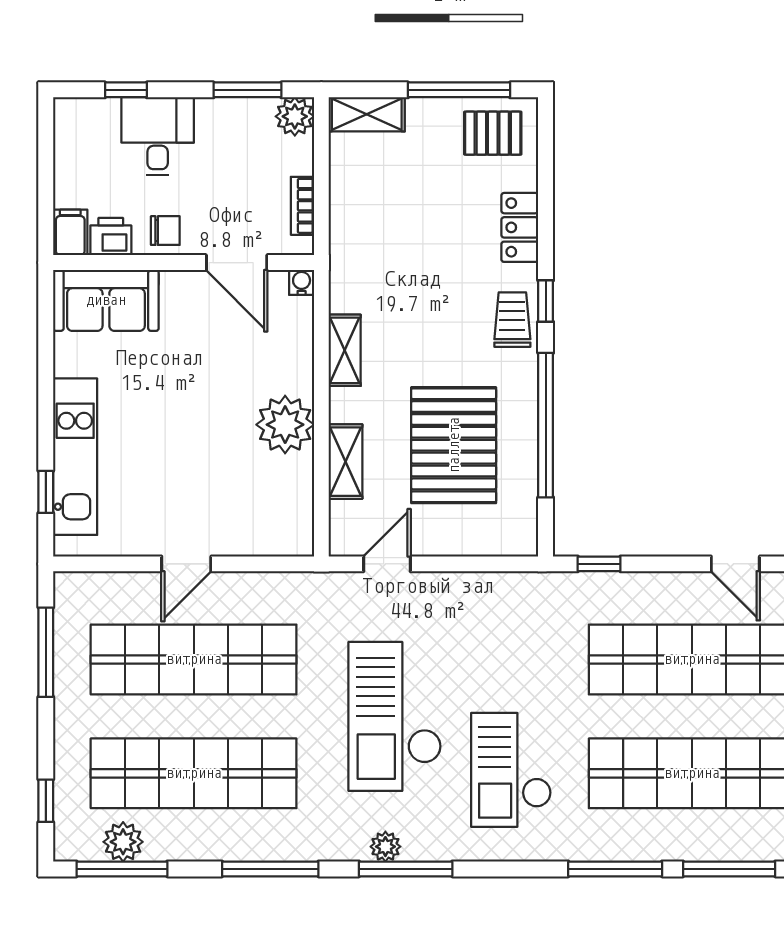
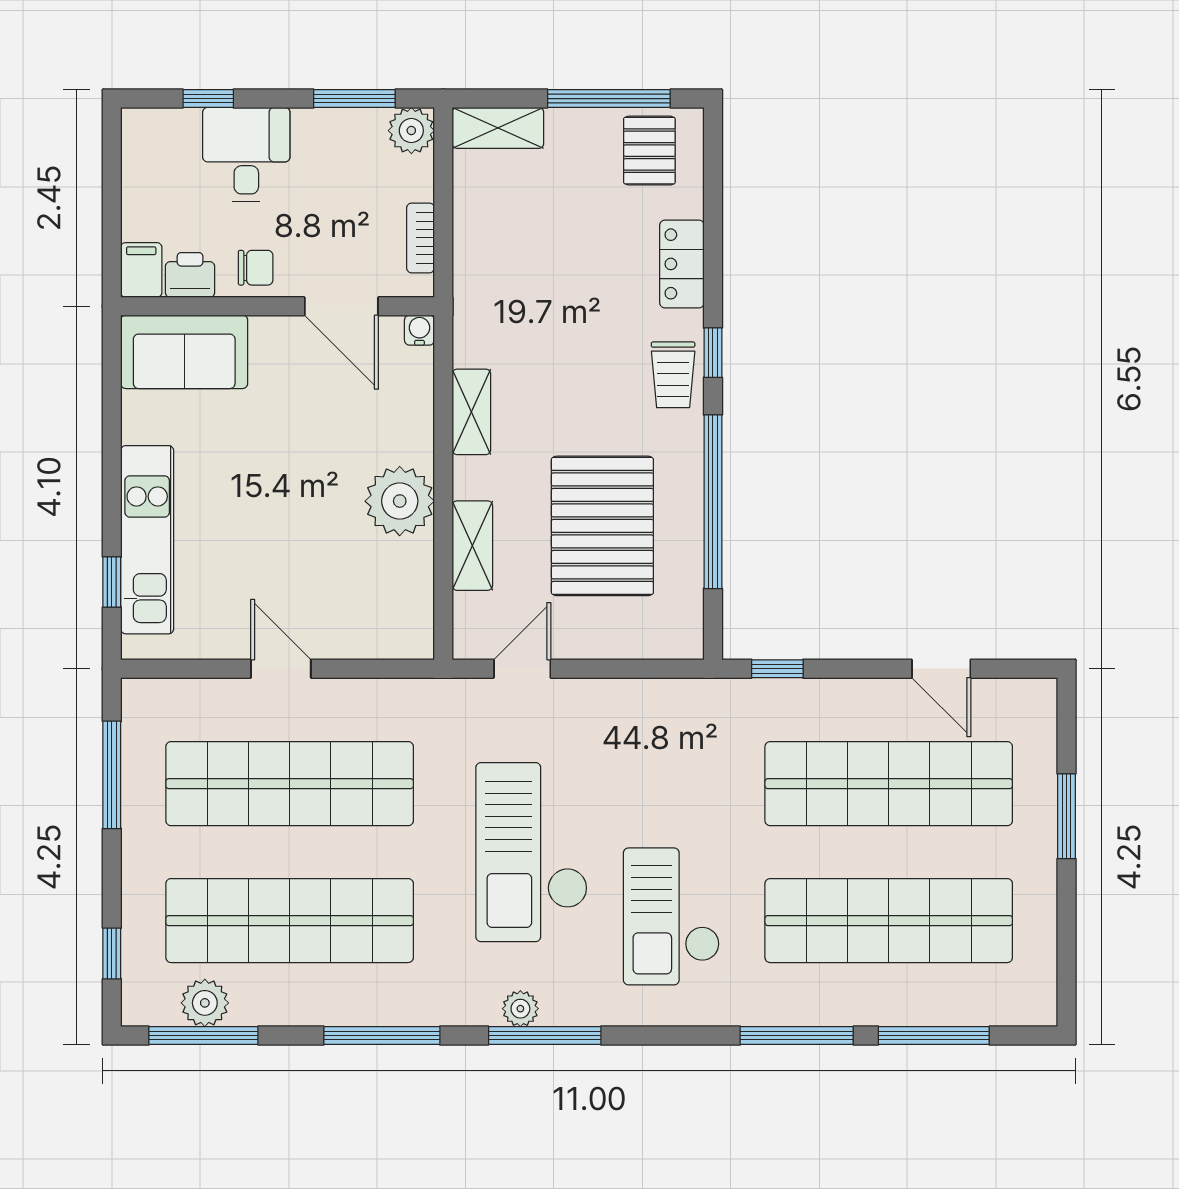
pallet: (493, 133) -> (649, 151), turned 90
trolley: (512, 320) -> (673, 375), turned 180
door: (186, 564) -> (281, 669), swing flipped

